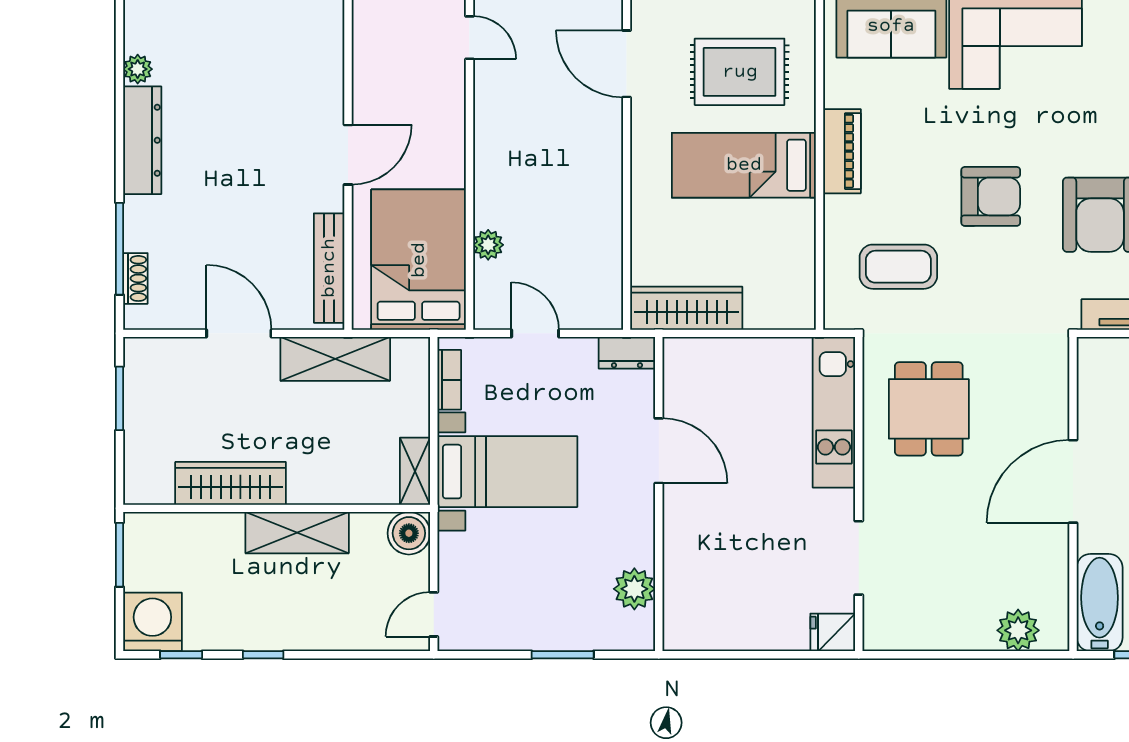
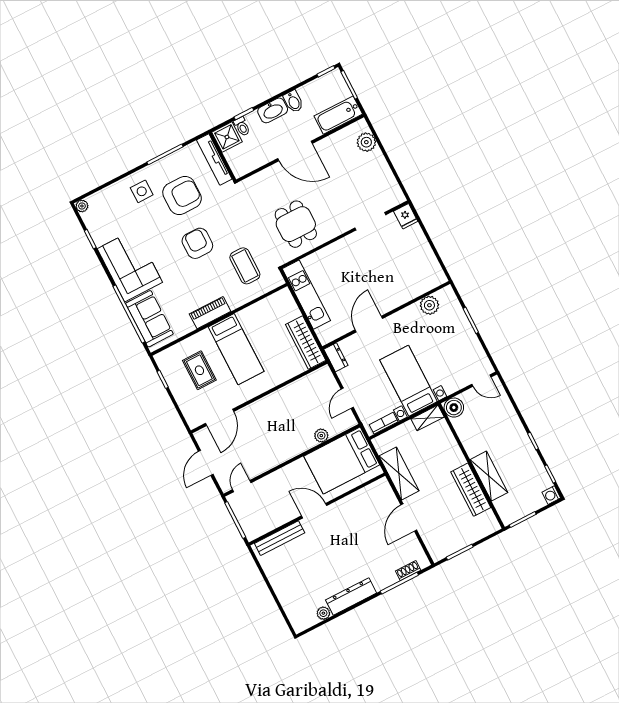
rug: (740, 72) -> (199, 370), width x0.73, depth x0.70
bench: (329, 268) -> (280, 538), moved
dining table: (929, 409) -> (296, 224), turned 90
kitchen unit: (834, 412) -> (306, 295), moved, turned -90
shelving: (297, 533) -> (489, 476), moved
washing machine: (152, 622) -> (551, 495), width x0.53, depth x0.53

